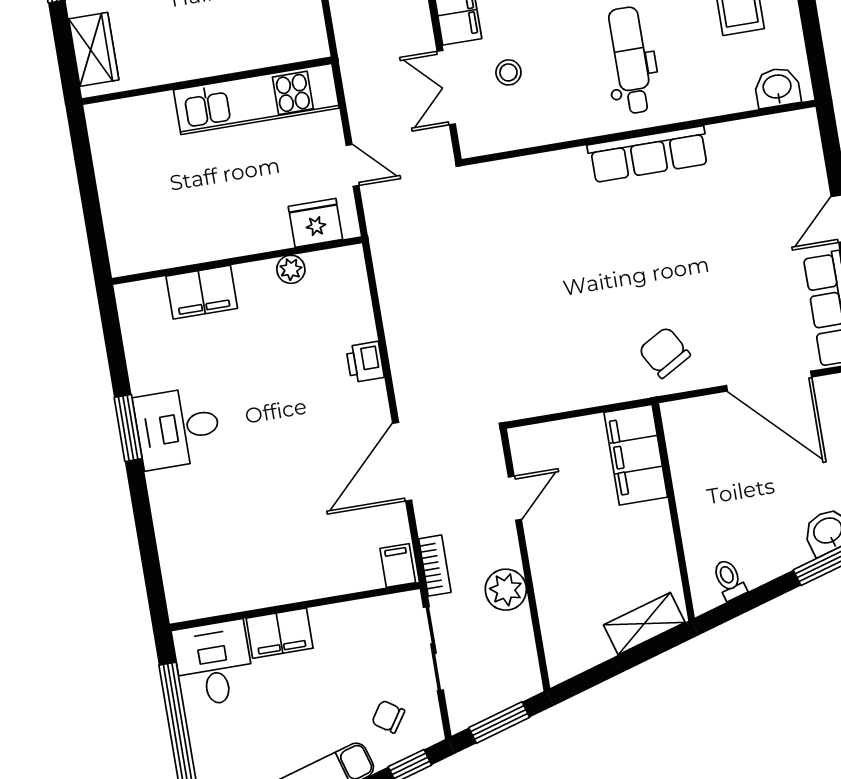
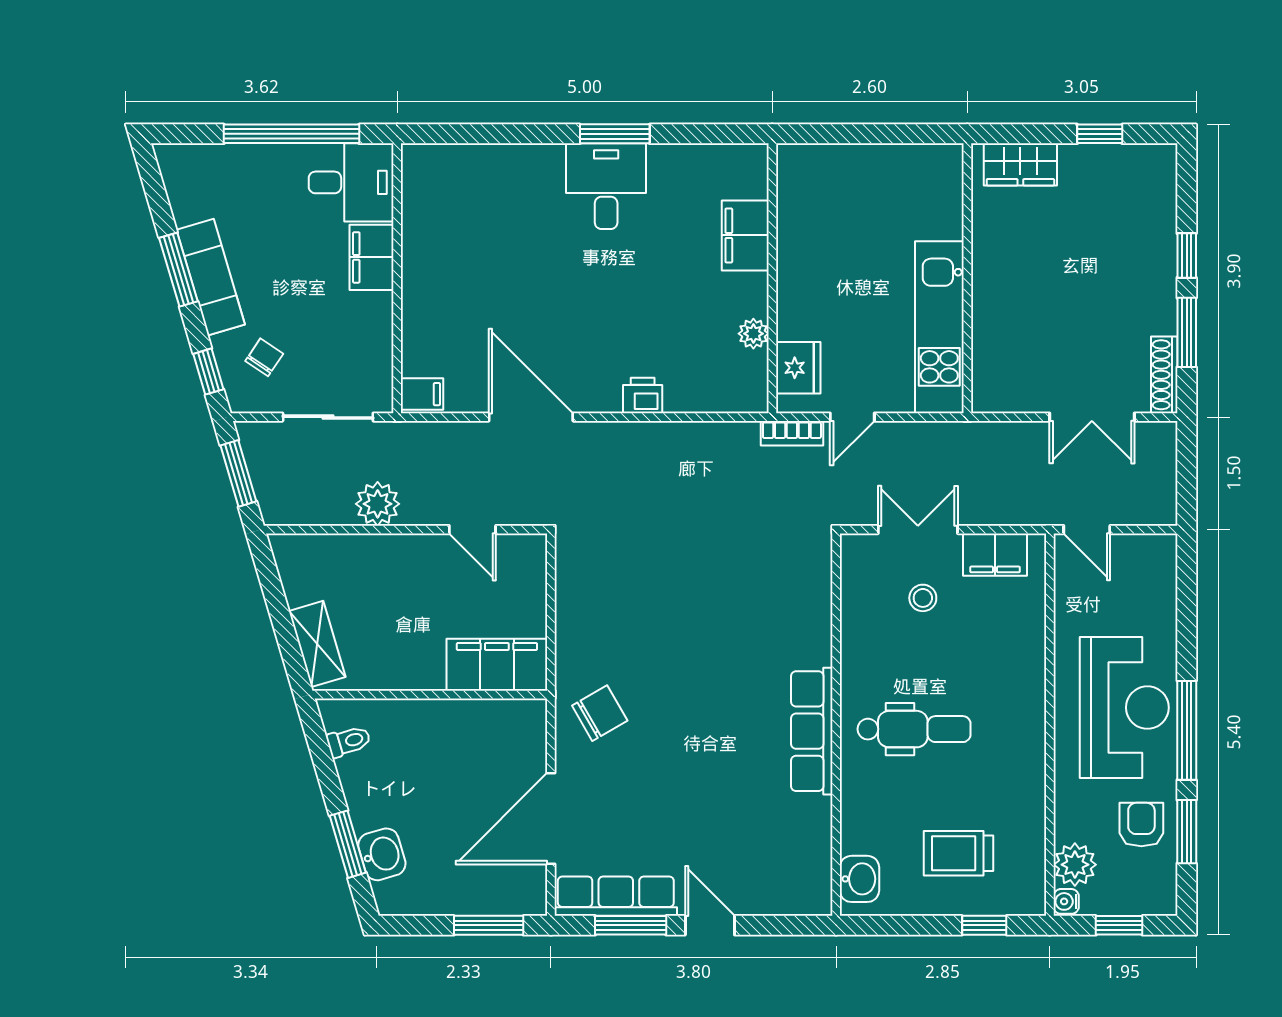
bookcase: (435, 566) -> (792, 433), moved

